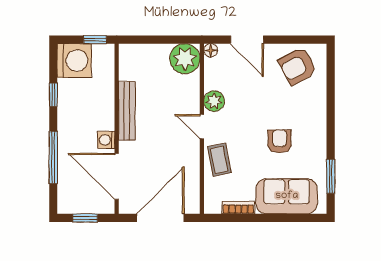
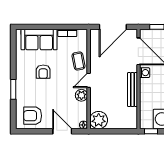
armchair: (298, 66) -> (33, 116), turned -152
door: (202, 127) -> (89, 80), swing flipped
window: (331, 176) -> (13, 89), moved

